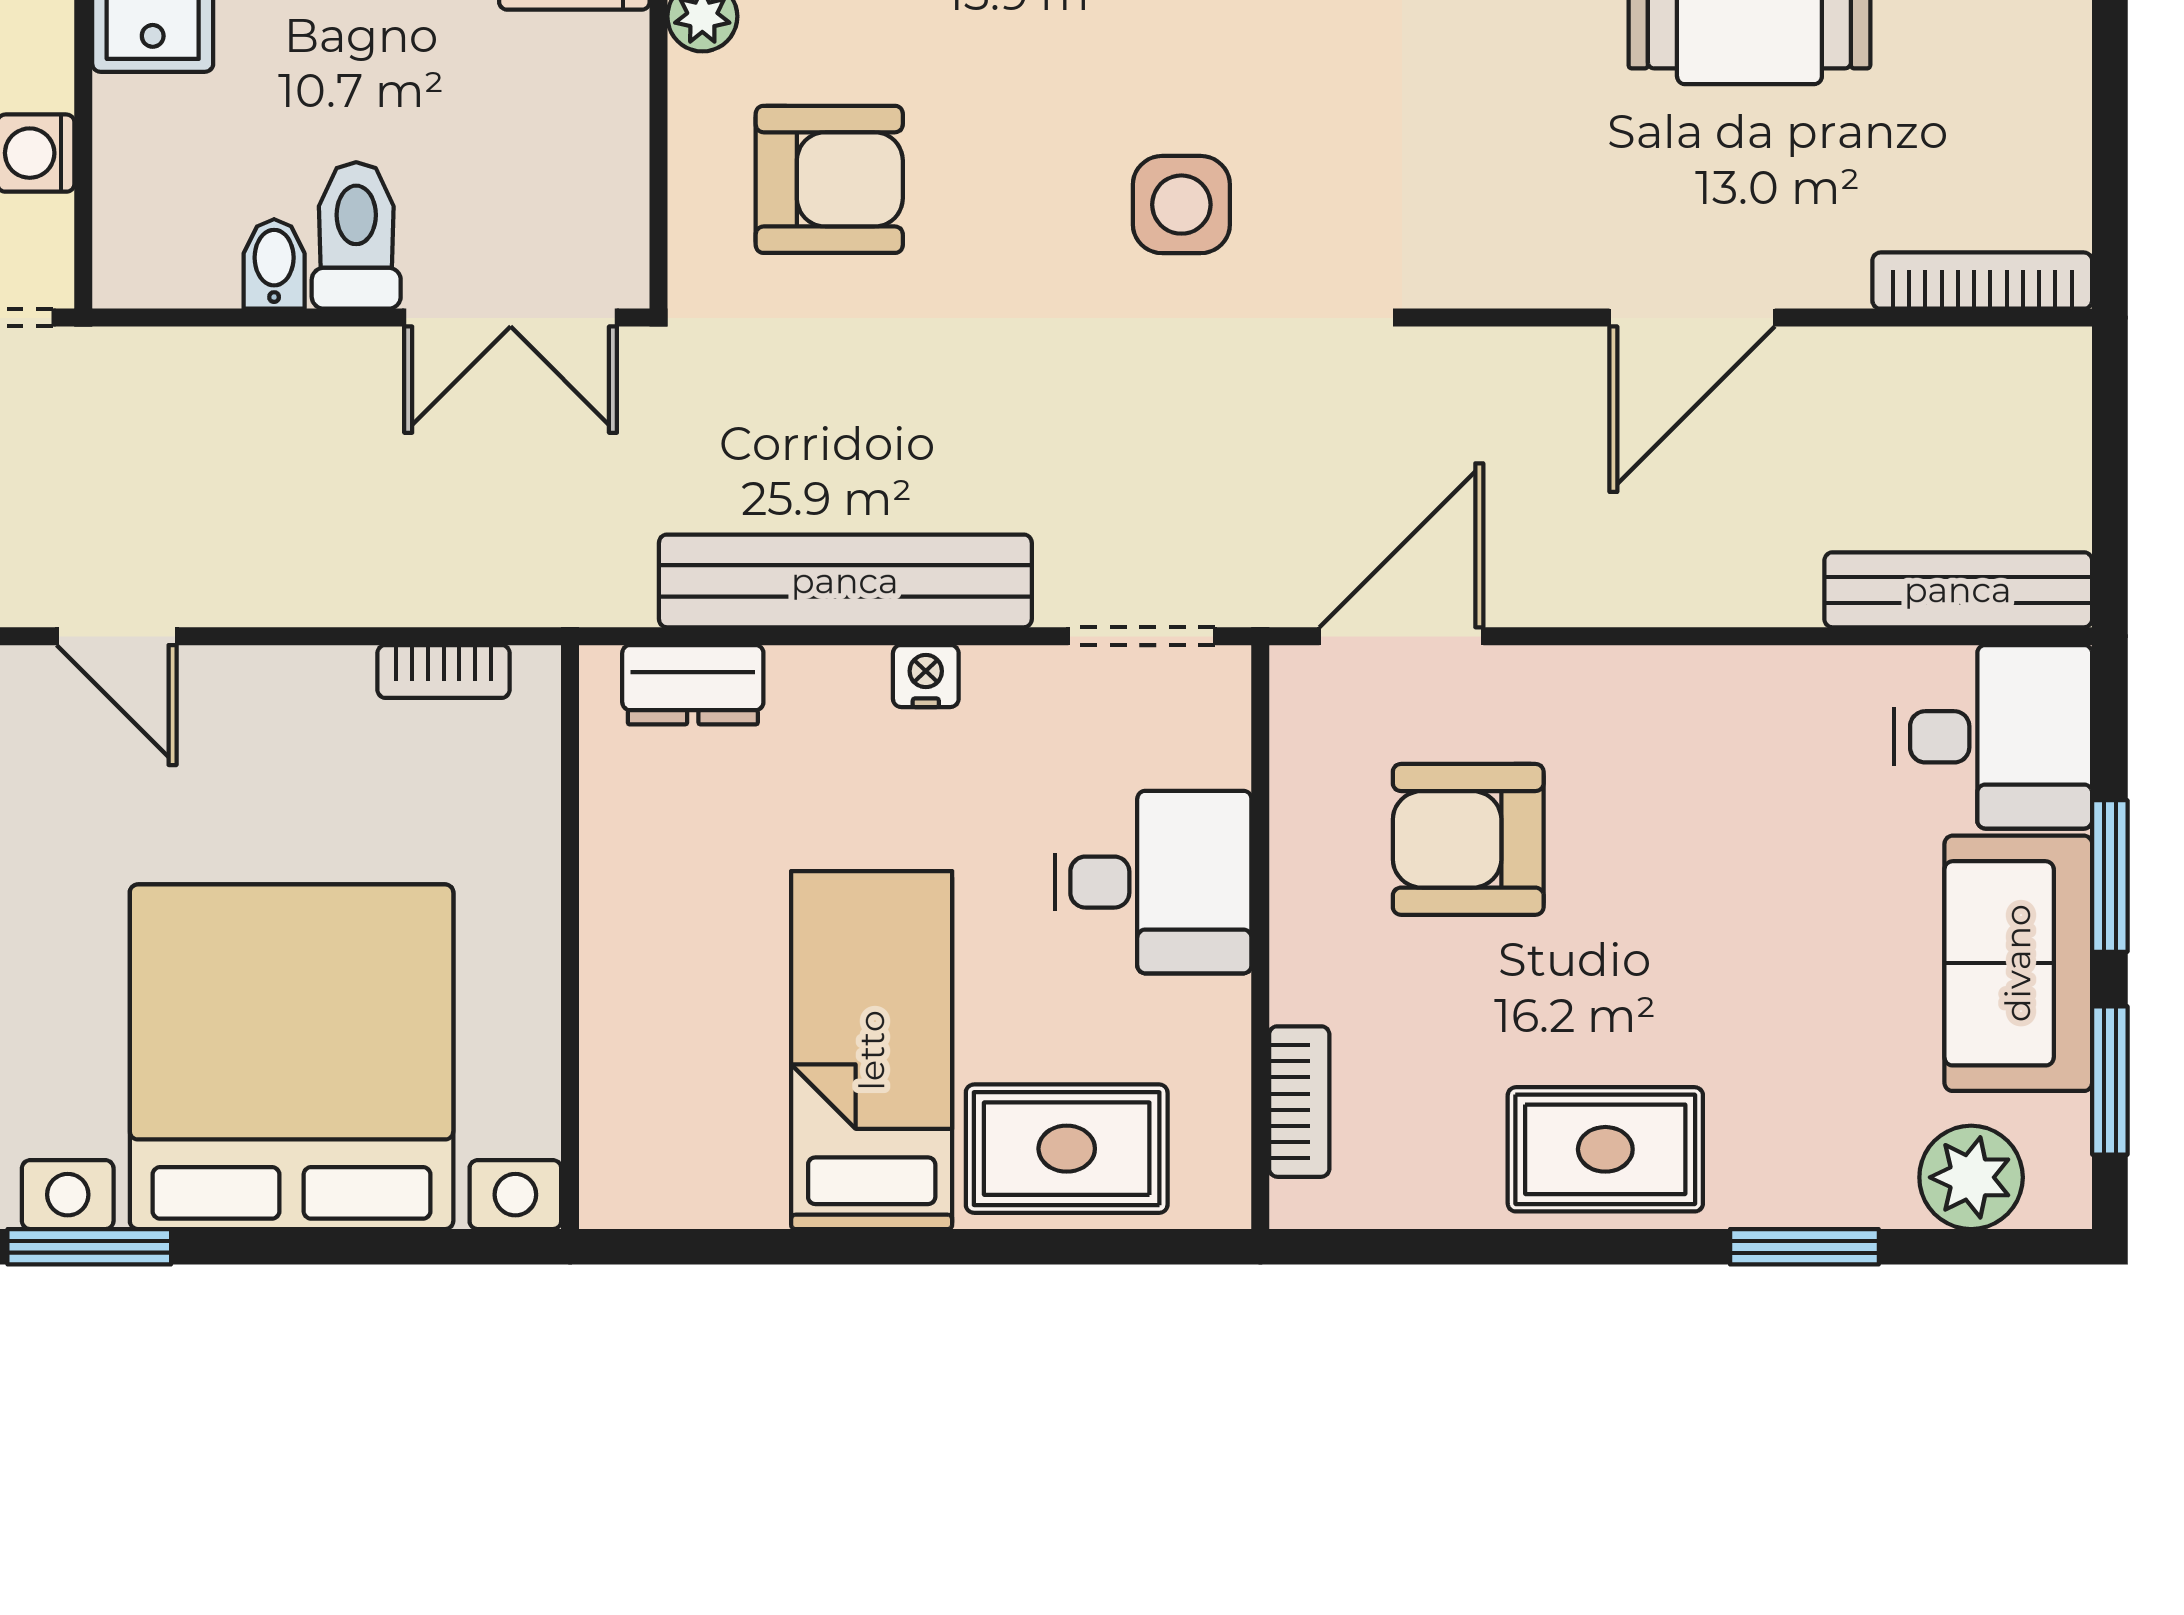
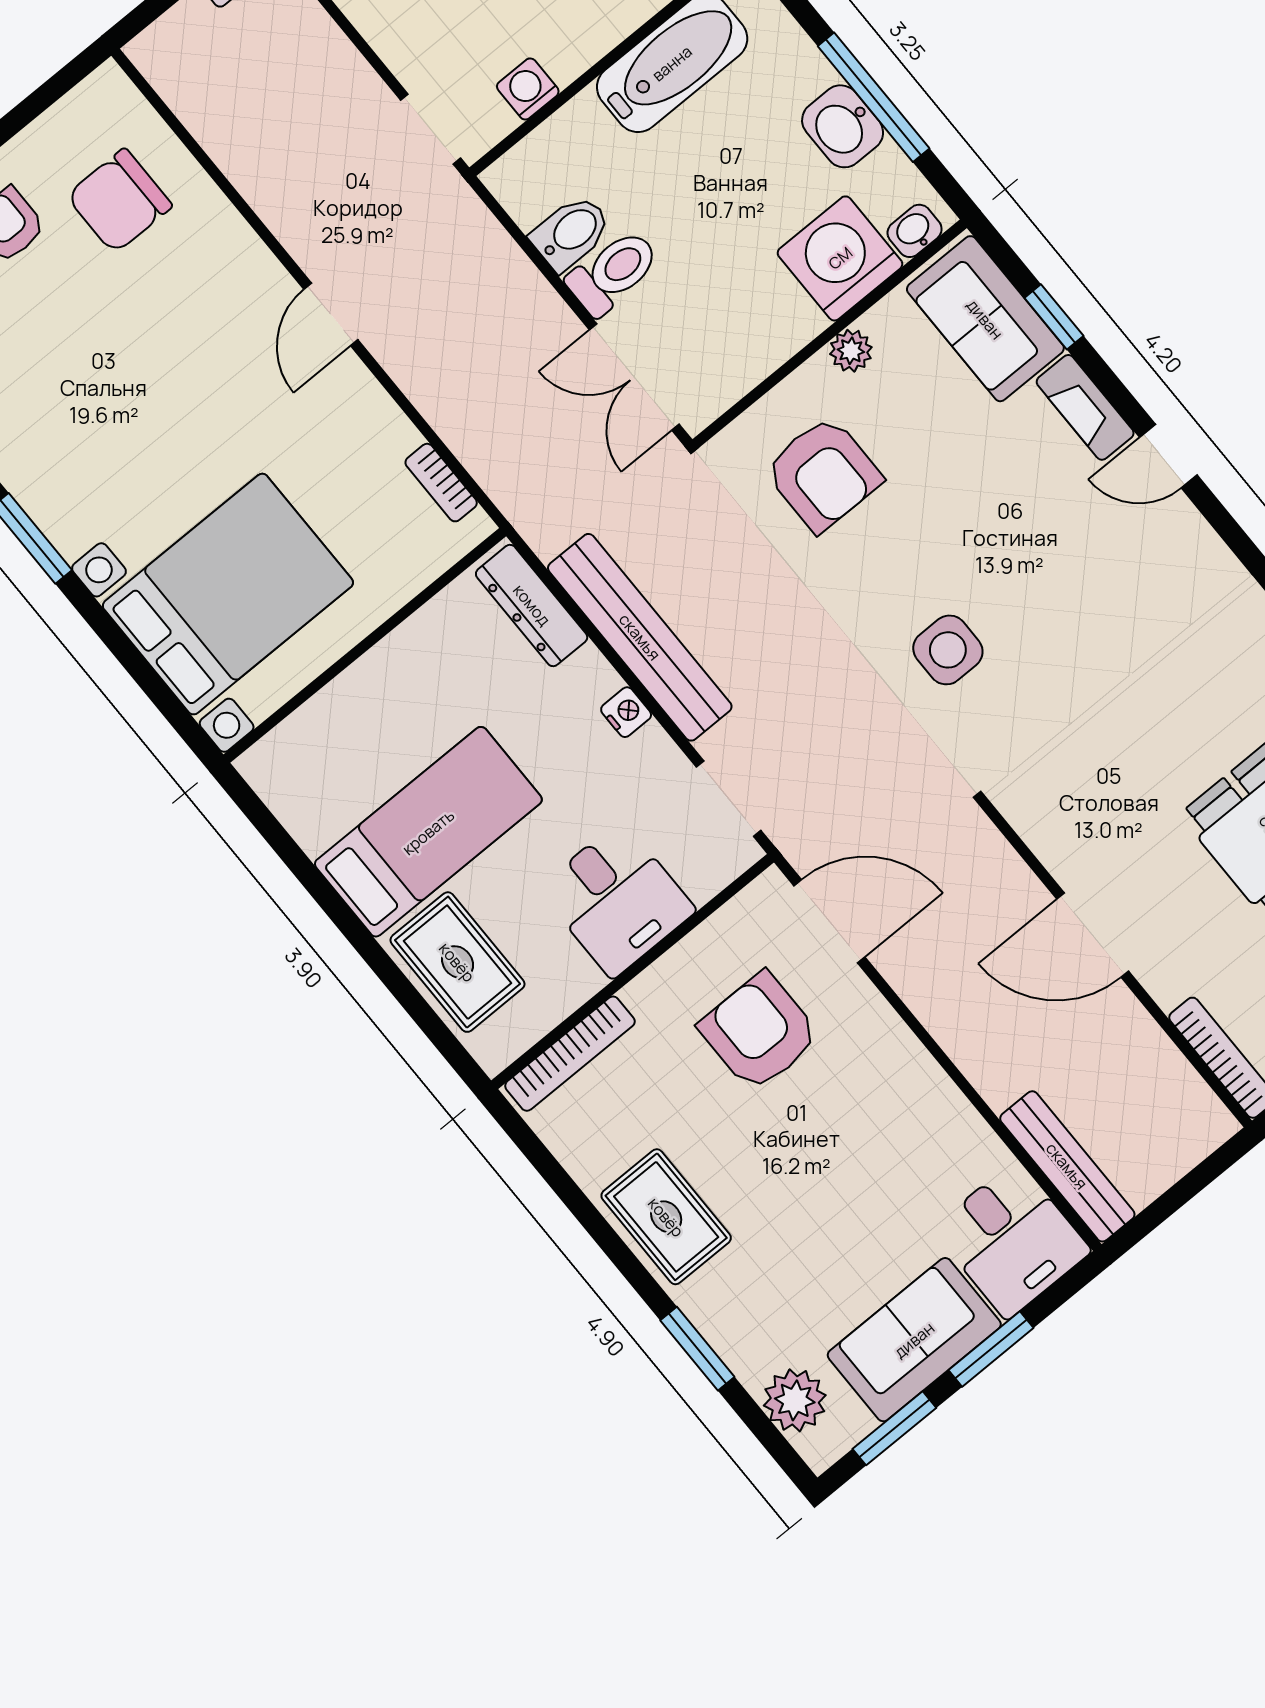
bidet: (274, 264) -> (571, 233), width x1.38, depth x1.36
dresser: (693, 685) -> (532, 605), width x1.44
bed with nightstands: (292, 1057) -> (228, 594), width x0.73
bookcase: (1299, 1102) -> (570, 1054), width x1.56

